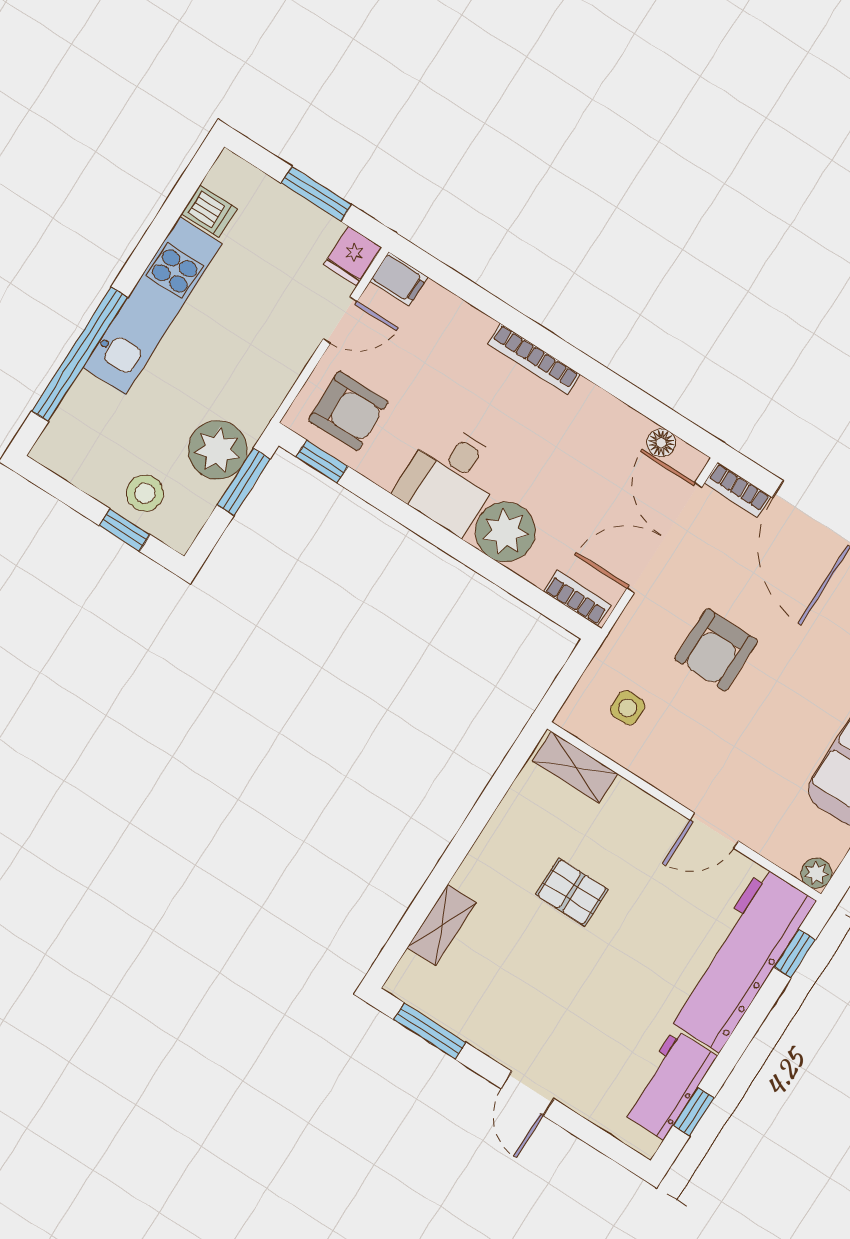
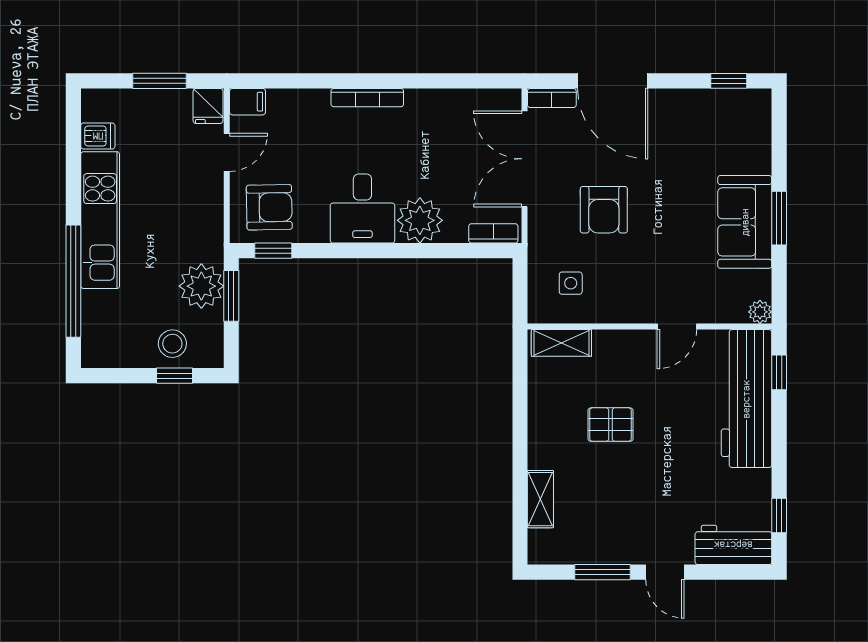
floor lamp: (661, 443) -> (483, 99), removed
window: (430, 1031) -> (603, 572), moved
workbench: (669, 1084) -> (733, 545), moved, turned 90

